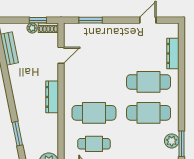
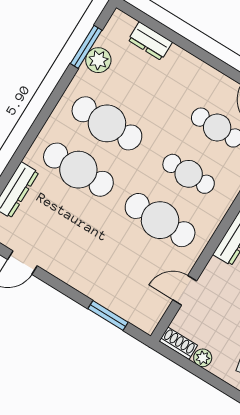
window: (38, 20) -> (187, 364), removed
cafe table: (94, 82) -> (160, 220), added
cafe table: (94, 113) -> (189, 174), width x0.73, depth x0.74

